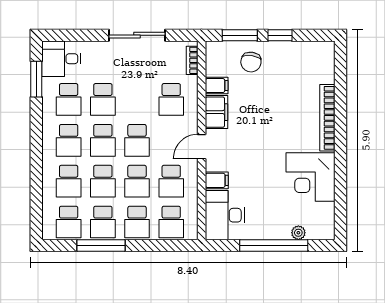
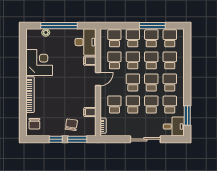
sliding door: (137, 35) -> (145, 139), moved
chair: (319, 64) -> (34, 124), added
school desk: (137, 99) -> (133, 105), added
filing cabinet: (216, 112) -> (90, 98), removed

